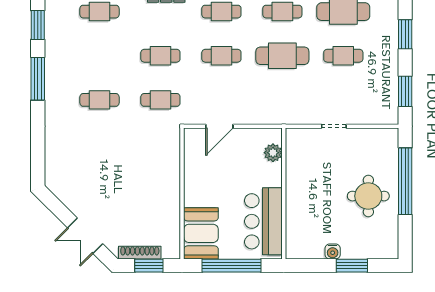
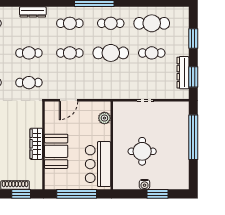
dresser: (390, 85) -> (183, 73), added
wardrobe: (171, 191) -> (36, 144), added
round table: (368, 196) -> (142, 151), moved
booth: (201, 233) -> (56, 151), moved

